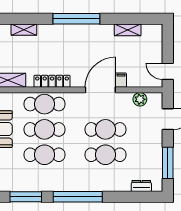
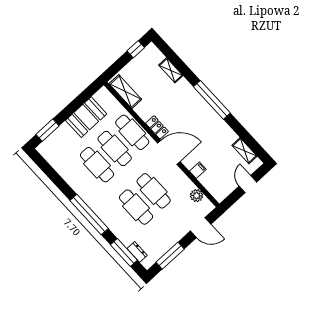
shelving: (128, 30) -> (244, 151), moved
door: (168, 71) -> (248, 184), moved
locker: (52, 81) -> (157, 127), width x0.66
door: (100, 90) -> (169, 152), moved
window: (26, 197) -> (124, 253), moved

